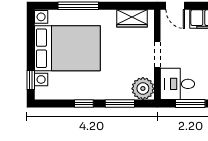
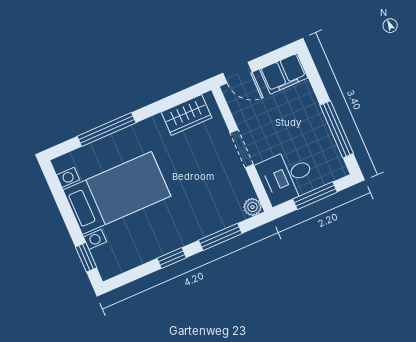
bed with nightstands: (67, 48) -> (117, 193), width x0.73
plant: (143, 89) -> (252, 207), width x0.53, depth x0.53

